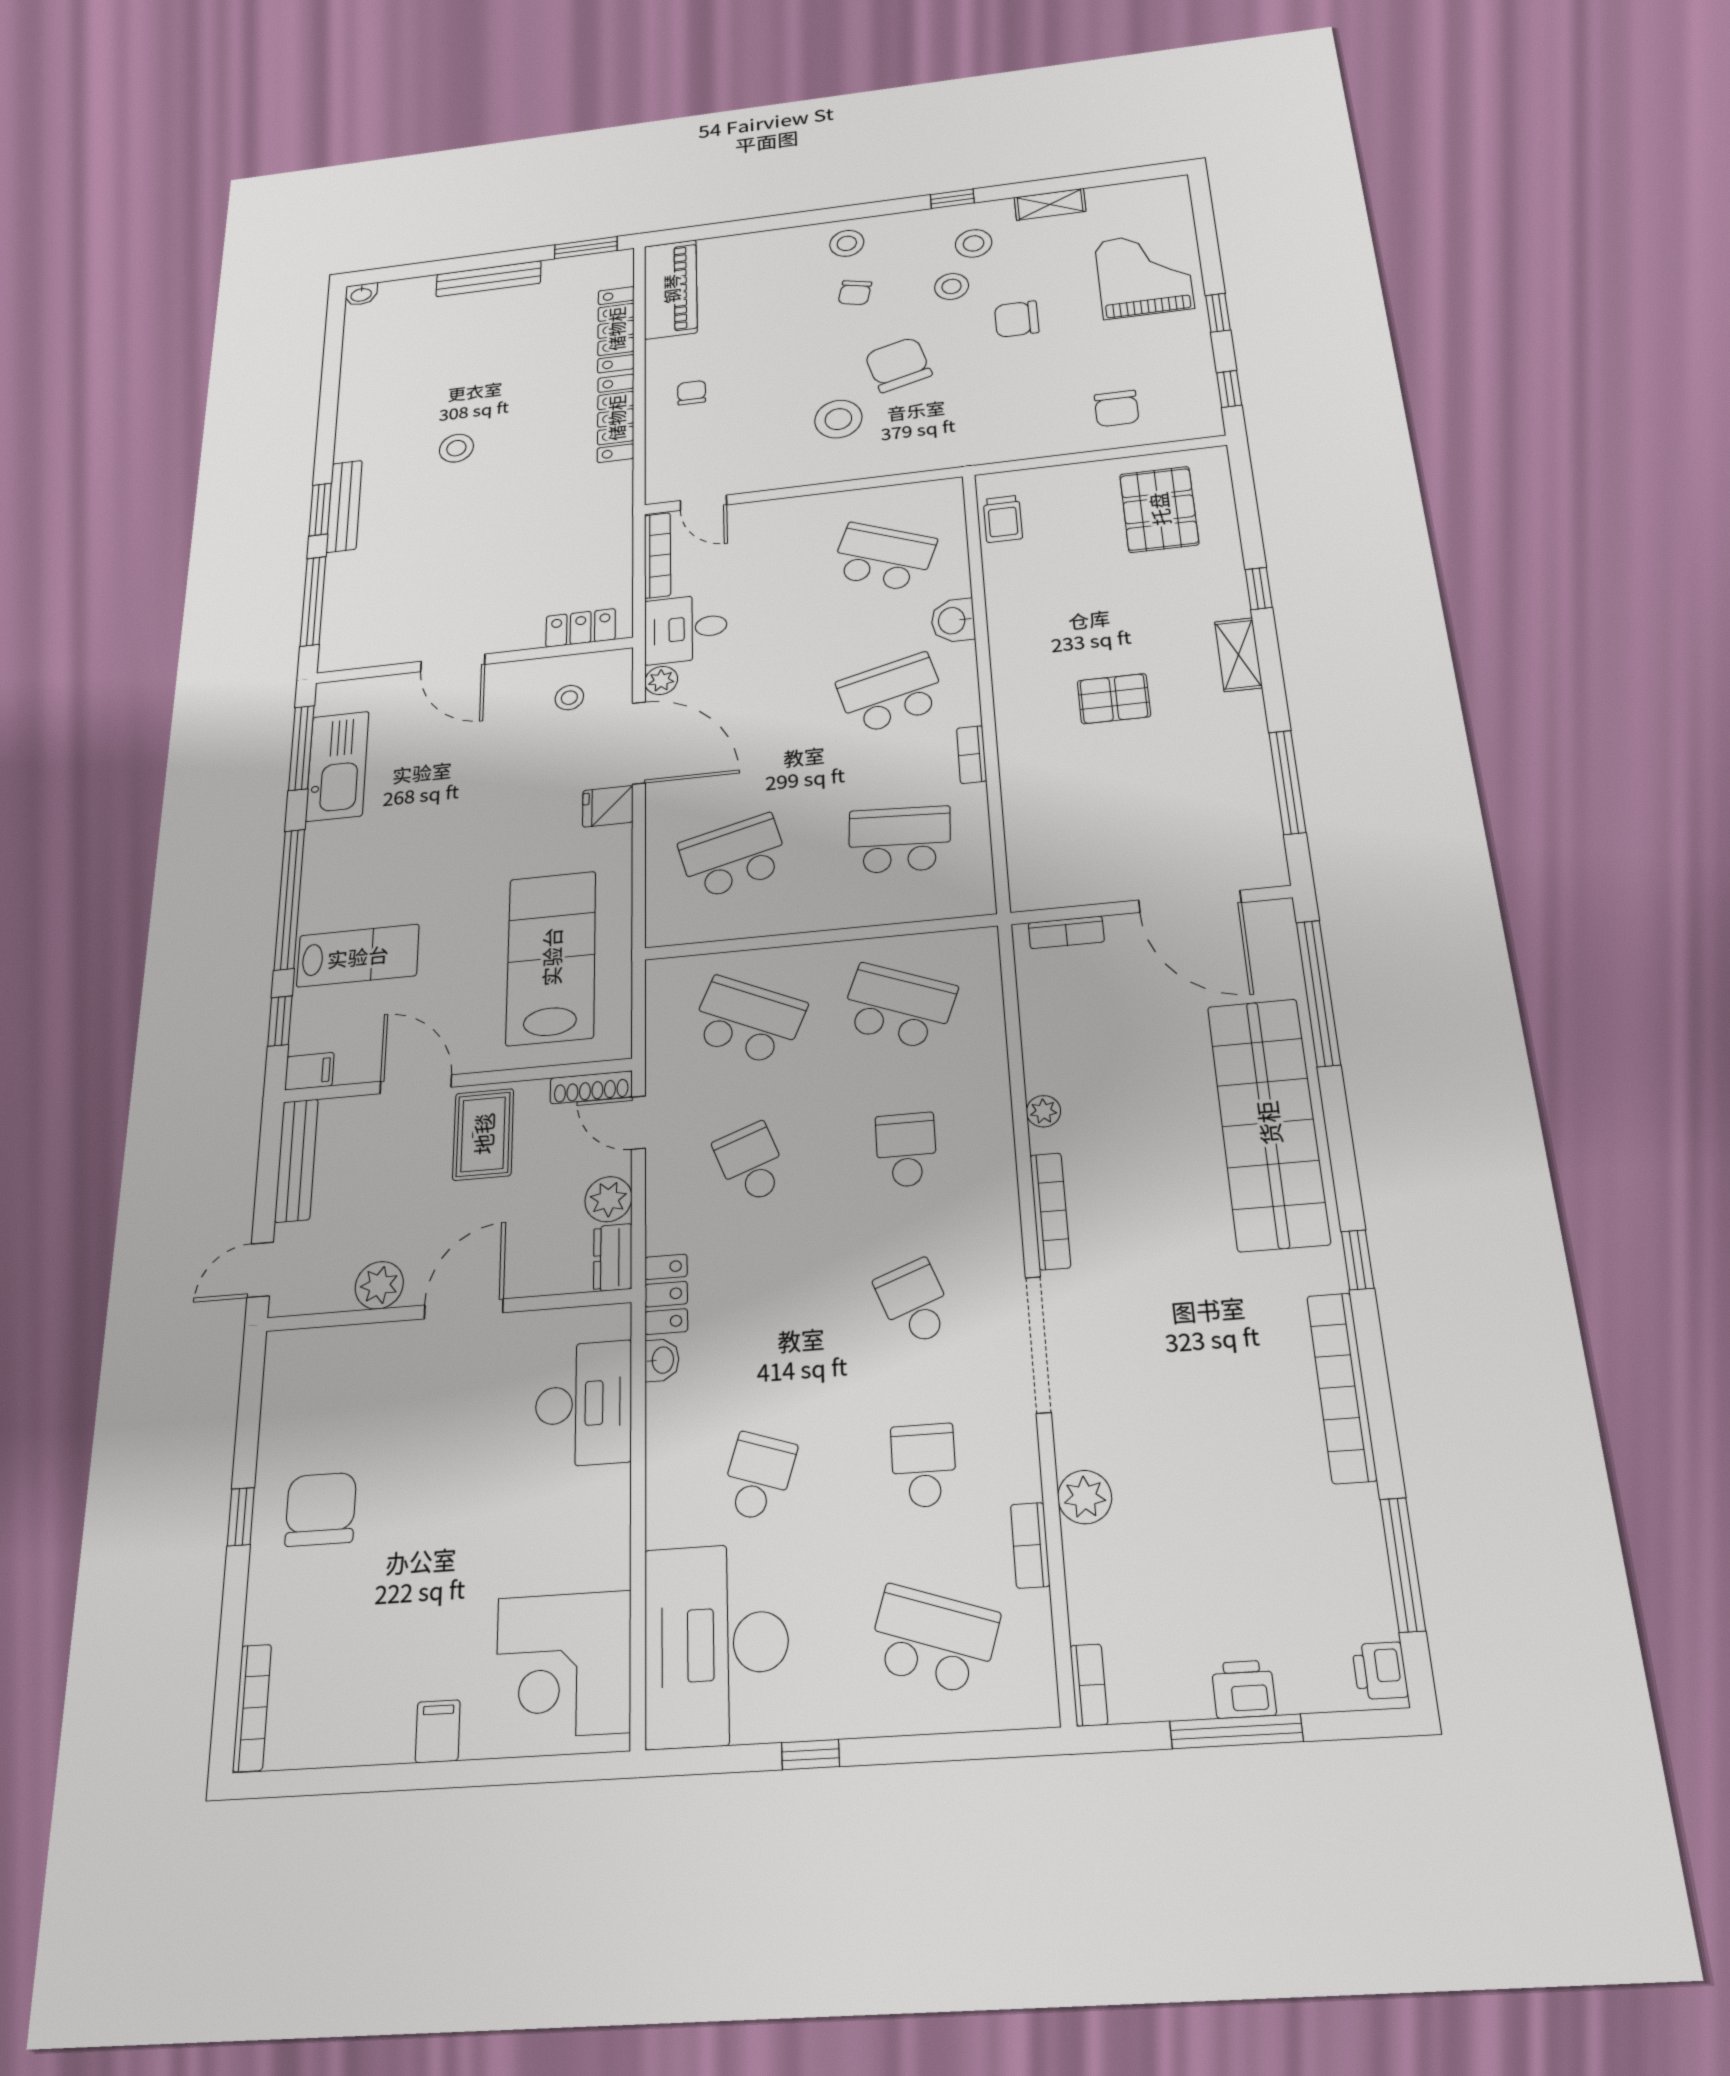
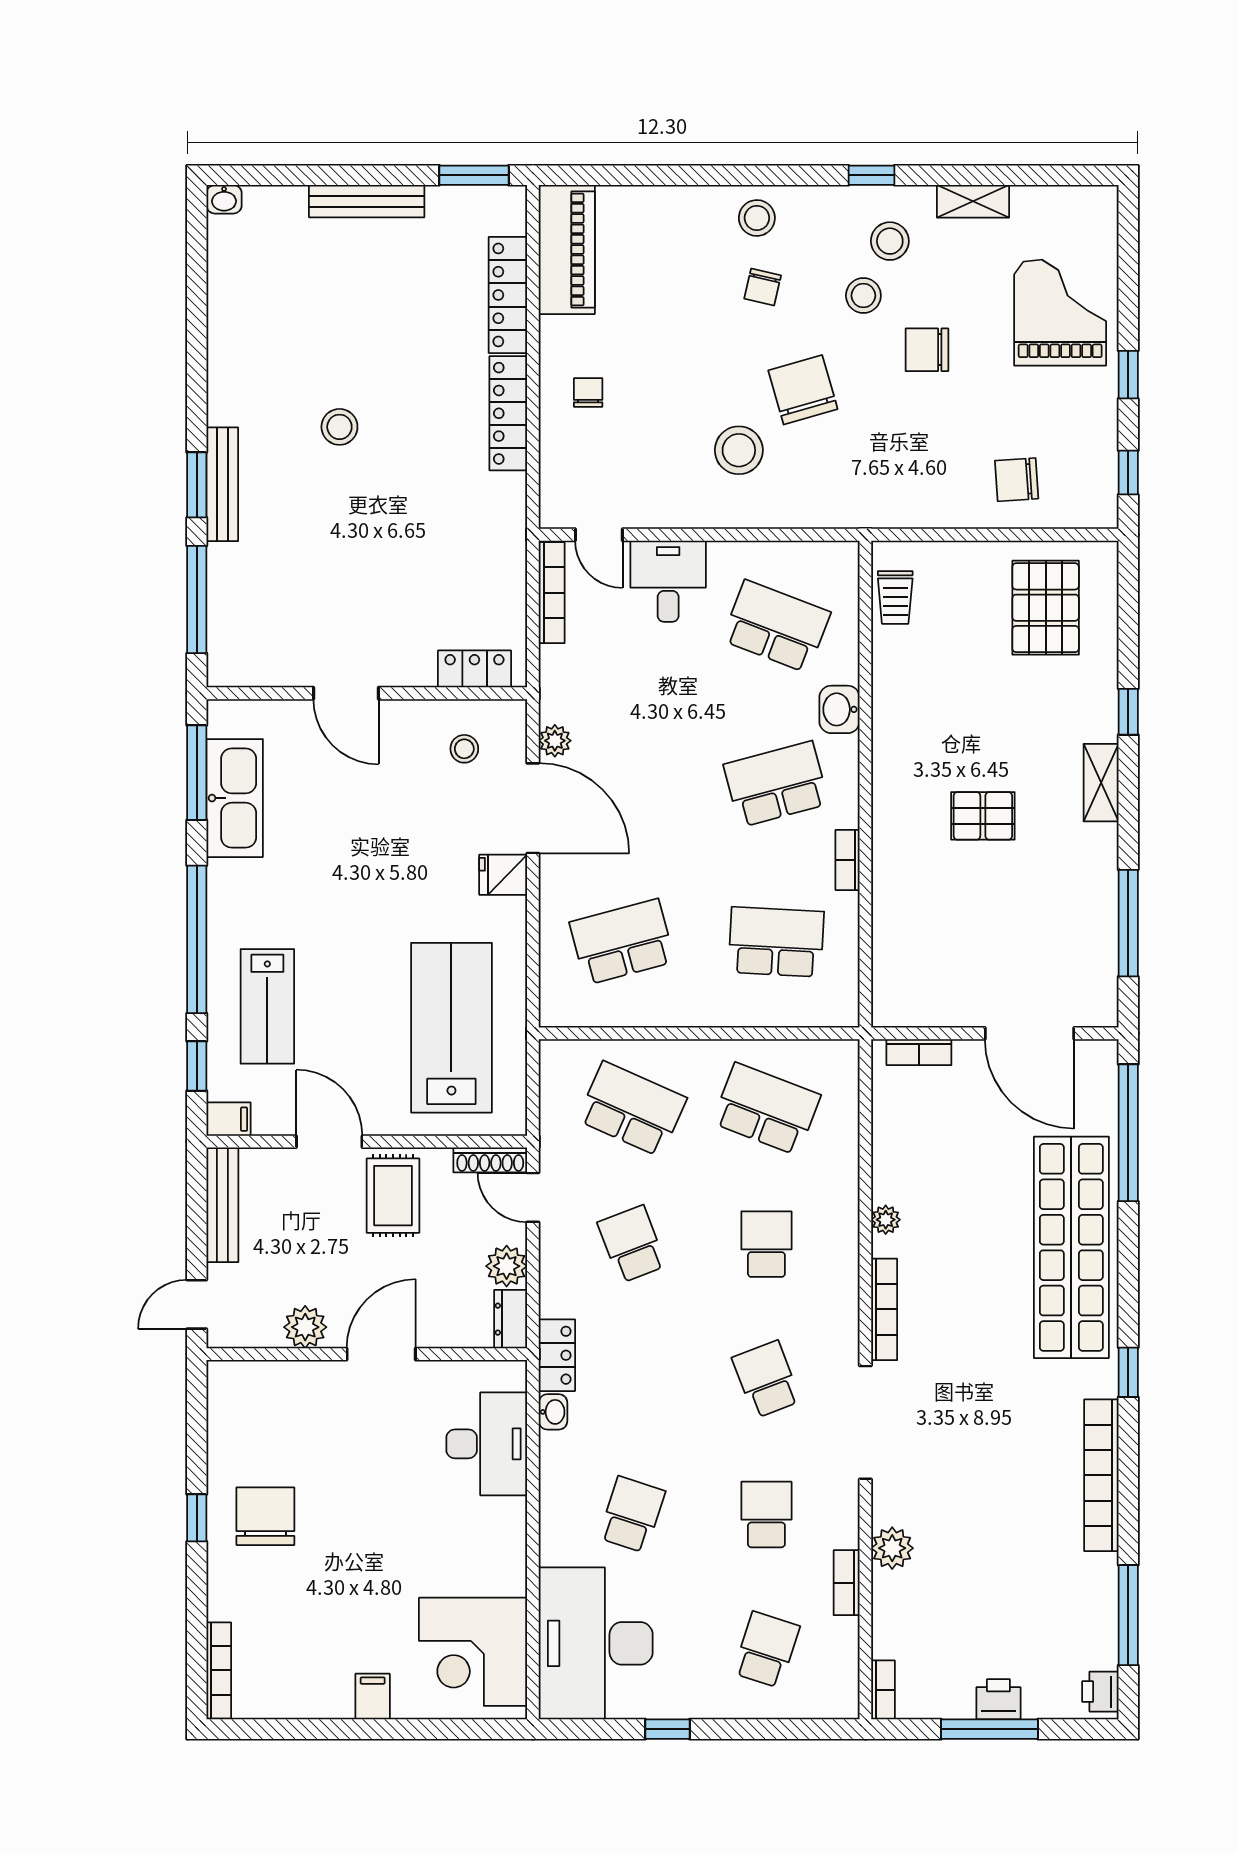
chair: (1116, 408) -> (1017, 480), turned 86
desk: (686, 629) -> (668, 581), moved, turned 90
lab bench: (358, 956) -> (267, 1006), turned 90
school desk: (933, 1640) -> (766, 1650), width x0.54

